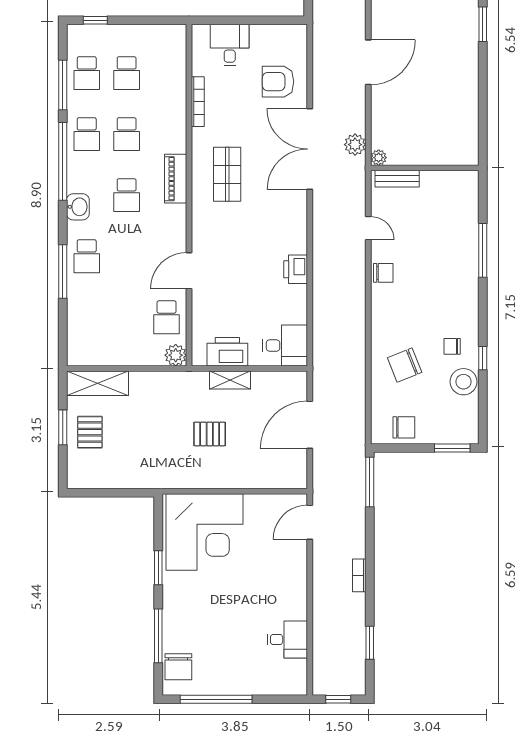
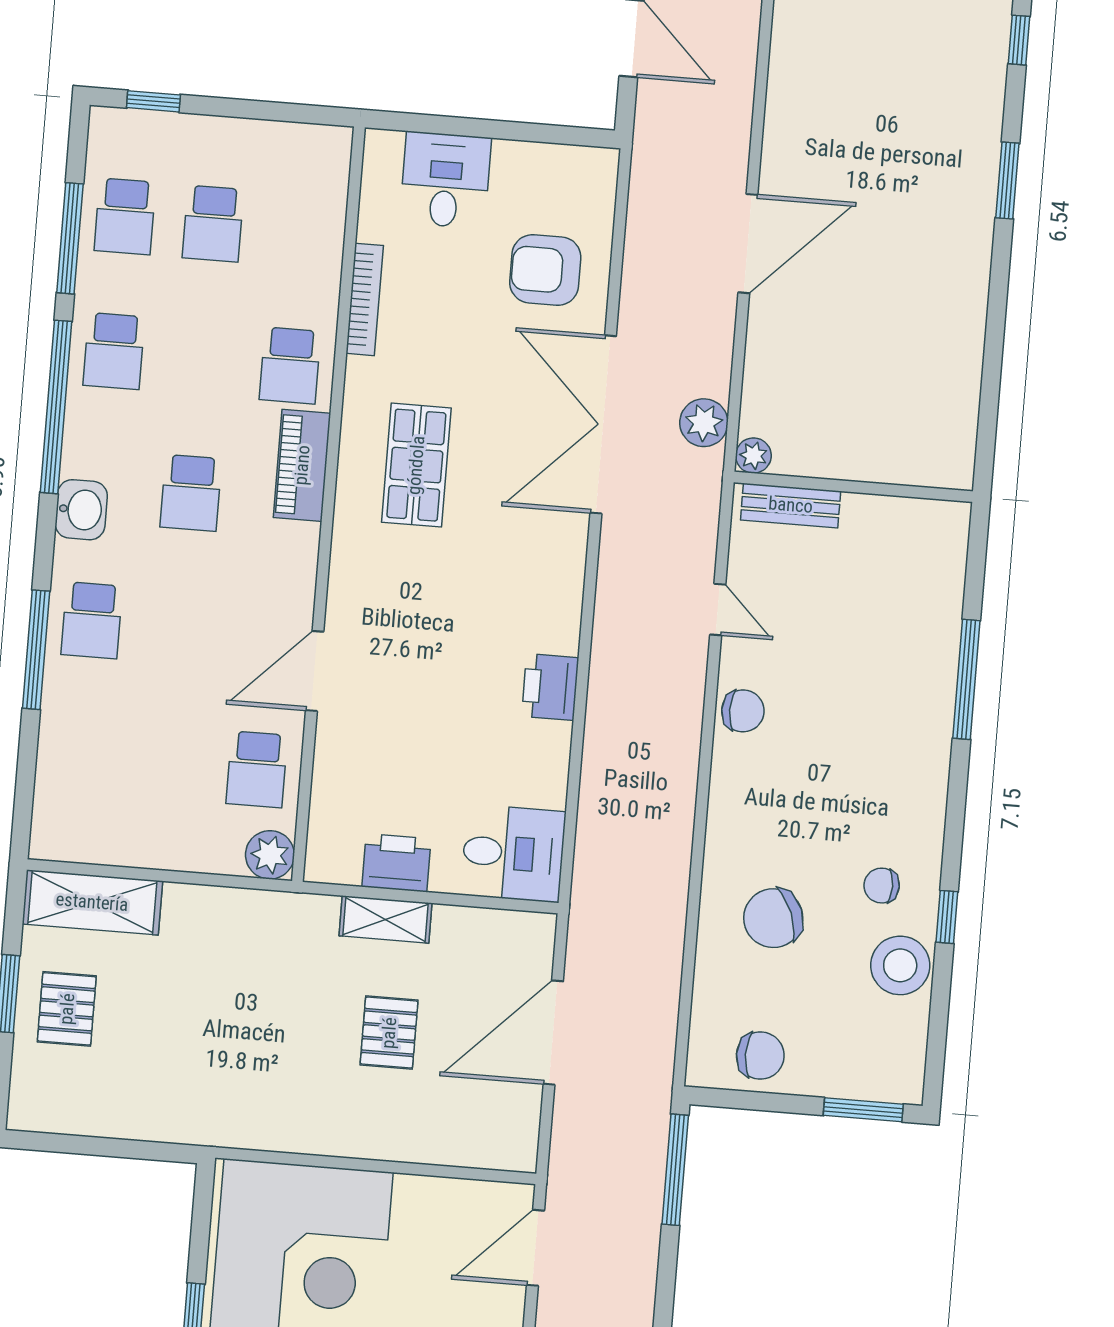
school desk: (127, 134) -> (290, 366), moved
printer: (227, 352) -> (396, 863), width x0.73, depth x0.84
pallet: (210, 434) -> (389, 1033), moved, turned 90

